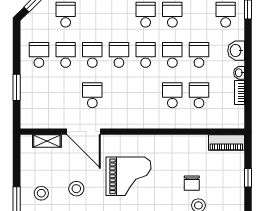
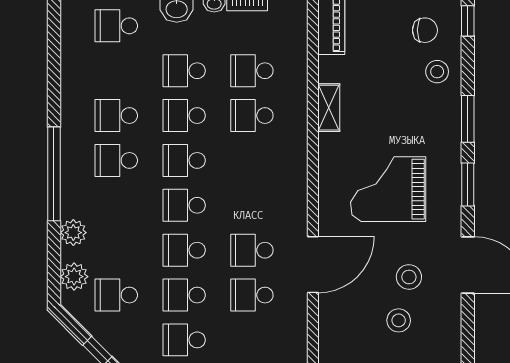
school desk: (66, 95) -> (252, 295), added
shelving: (47, 141) -> (329, 108), moved
grand piano: (129, 176) -> (388, 189), turned -90
chair: (192, 183) -> (425, 30), moved
stool: (41, 193) -> (399, 320), moved

